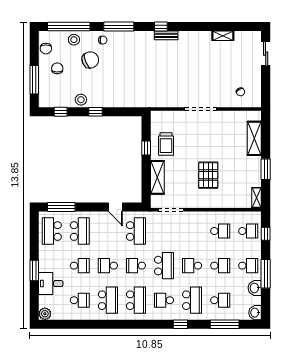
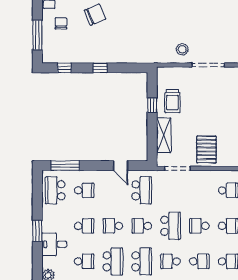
stool: (81, 100) -> (182, 49), moved
pallet: (208, 175) -> (206, 149), moved
school desk: (80, 231) -> (84, 190), width x0.54
school desk: (192, 300) -> (199, 261), width x0.54

